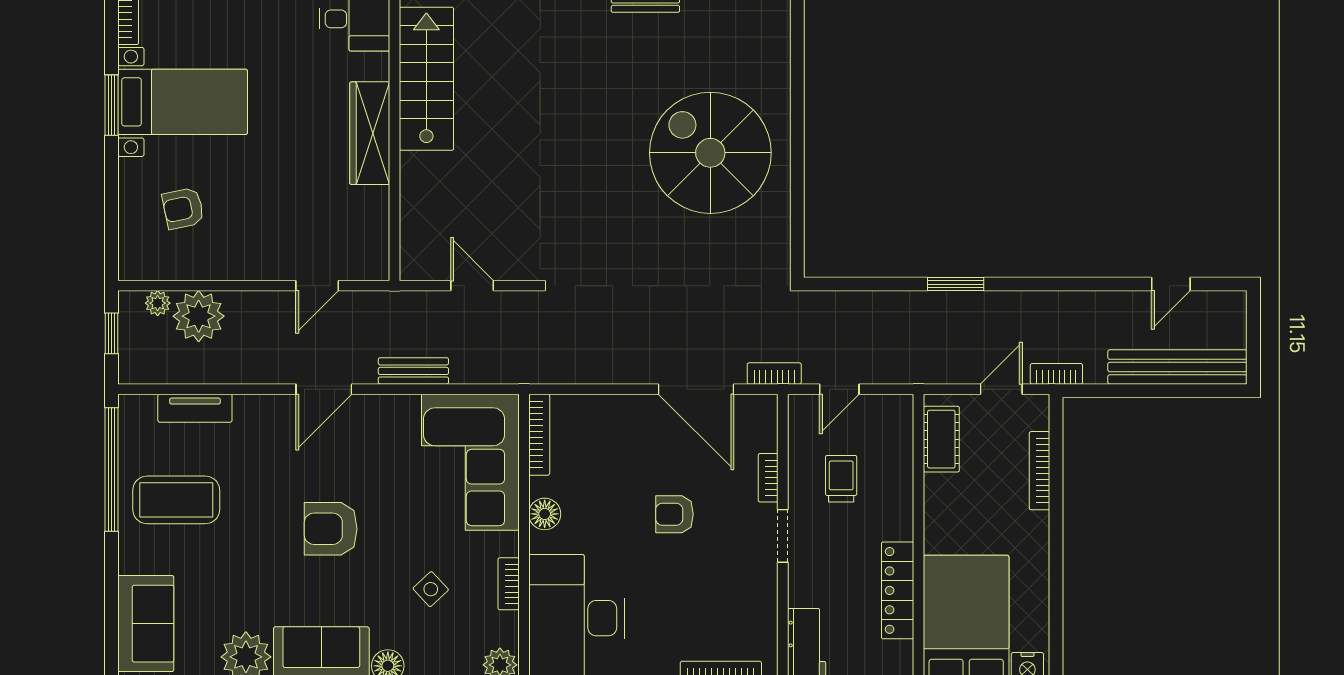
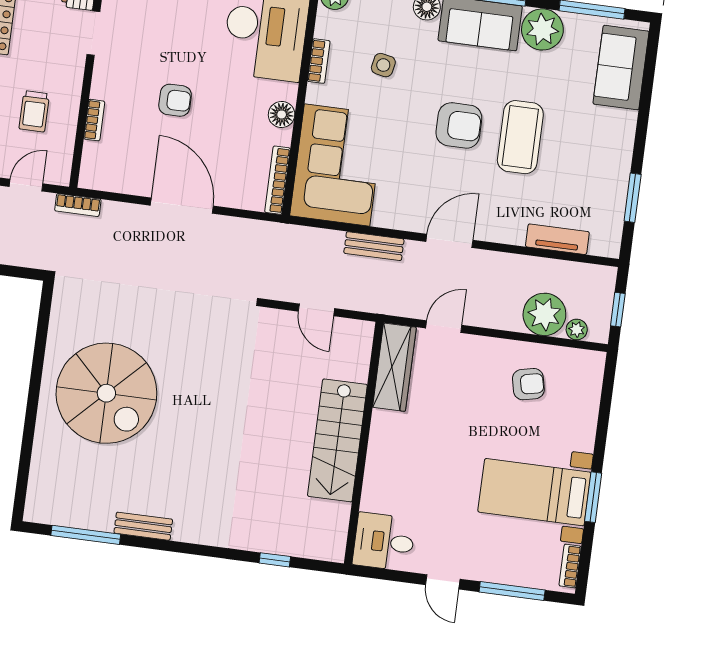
stairs: (426, 79) -> (337, 440), moved
wardrobe: (370, 133) -> (394, 367), moved
armchair: (183, 208) -> (528, 384), moved
door: (696, 389) -> (182, 206), moved
window: (111, 470) -> (633, 198), width x0.47
coffee table: (176, 500) -> (520, 137), moved, turned 90
doorway: (783, 536) -> (93, 33), moved
side table: (431, 589) -> (383, 65), turned -36

